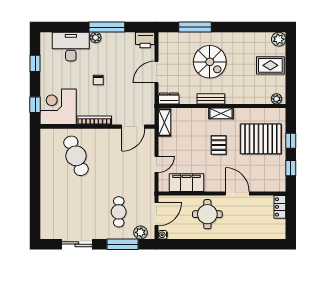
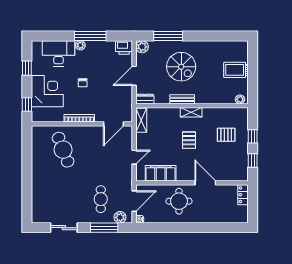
plant: (279, 39) -> (142, 47), moved
corner desk: (58, 107) -> (47, 91), moved, turned 90
pallet: (261, 139) -> (226, 135), width x0.49, depth x0.50

